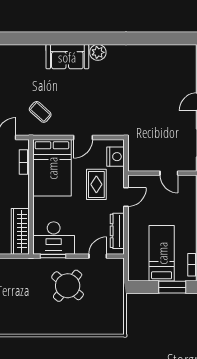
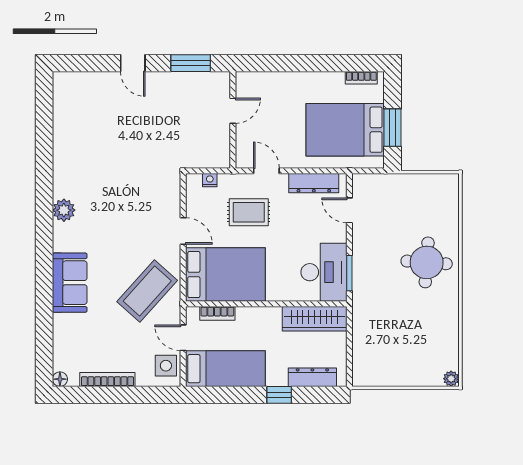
sofa: (67, 57) -> (70, 283), moved
coffee table: (40, 112) -> (147, 291), width x1.86, depth x1.72
nightstand: (116, 157) -> (210, 180), width x0.53, depth x0.56
bed: (162, 253) -> (345, 130), width x1.50
round table: (68, 286) -> (427, 262), moved, turned -36
window: (172, 287) -> (393, 128), moved

